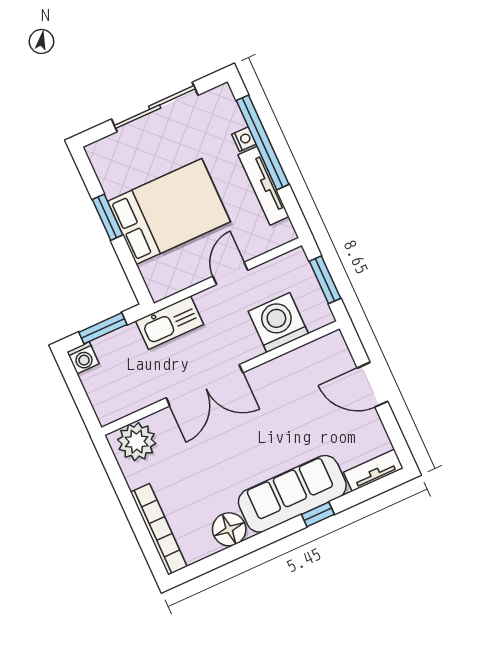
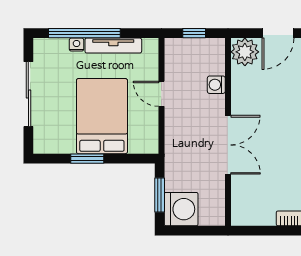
window: (325, 280) -> (194, 33), width x0.67
kitchen sink: (170, 323) -> (176, 149), removed
washing machine: (278, 323) -> (216, 85), width x0.53, depth x0.53
washing machine: (83, 358) -> (181, 209), width x1.89, depth x1.89
plant: (137, 442) -> (245, 52), moved

